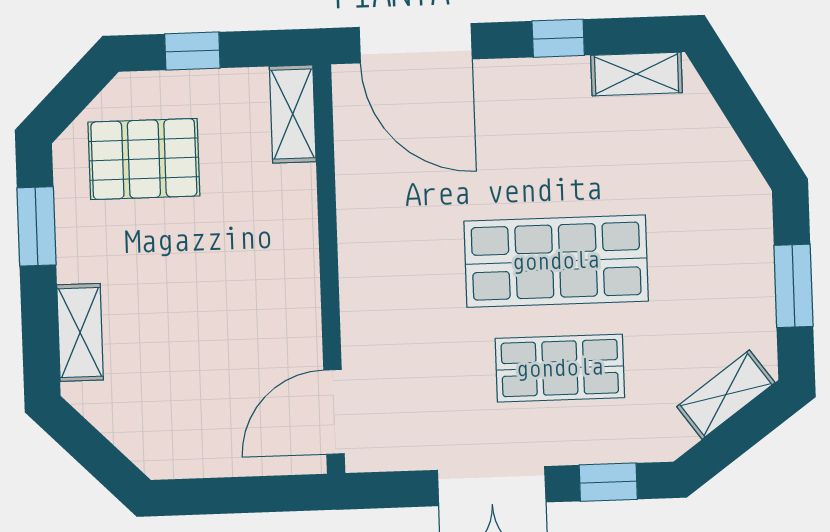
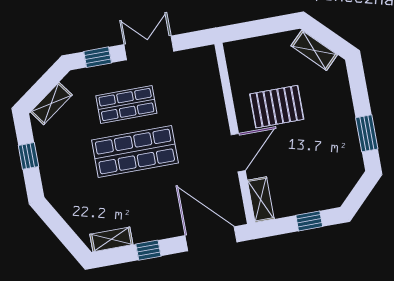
pallet: (144, 159) -> (277, 107), moved
window: (793, 286) -> (28, 156), width x0.67
shelving: (80, 332) -> (314, 50), moved, turned -45
door: (334, 412) -> (238, 153), moved

